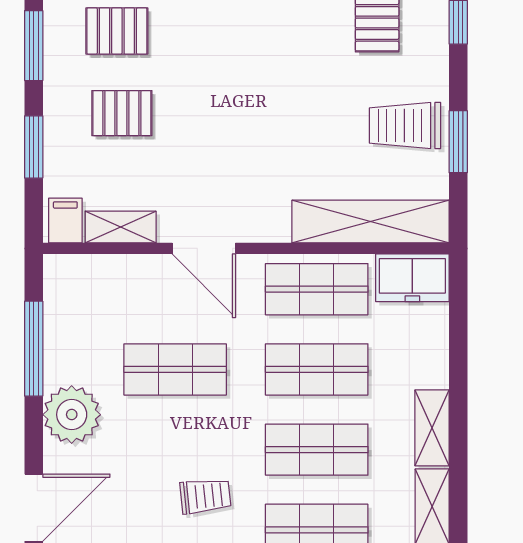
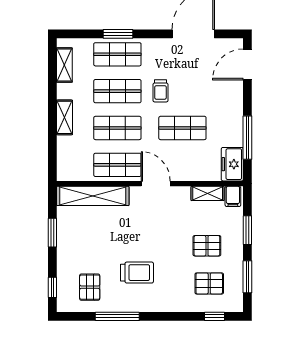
trolley: (405, 125) -> (137, 273), moved
door: (204, 248) -> (156, 184), moved
freezer: (412, 278) -> (232, 164), moved, turned -90
plant: (72, 415) -> (230, 107), removed
shelving: (432, 428) -> (64, 117), moved
trolley: (205, 496) -> (161, 91), moved, turned -84

